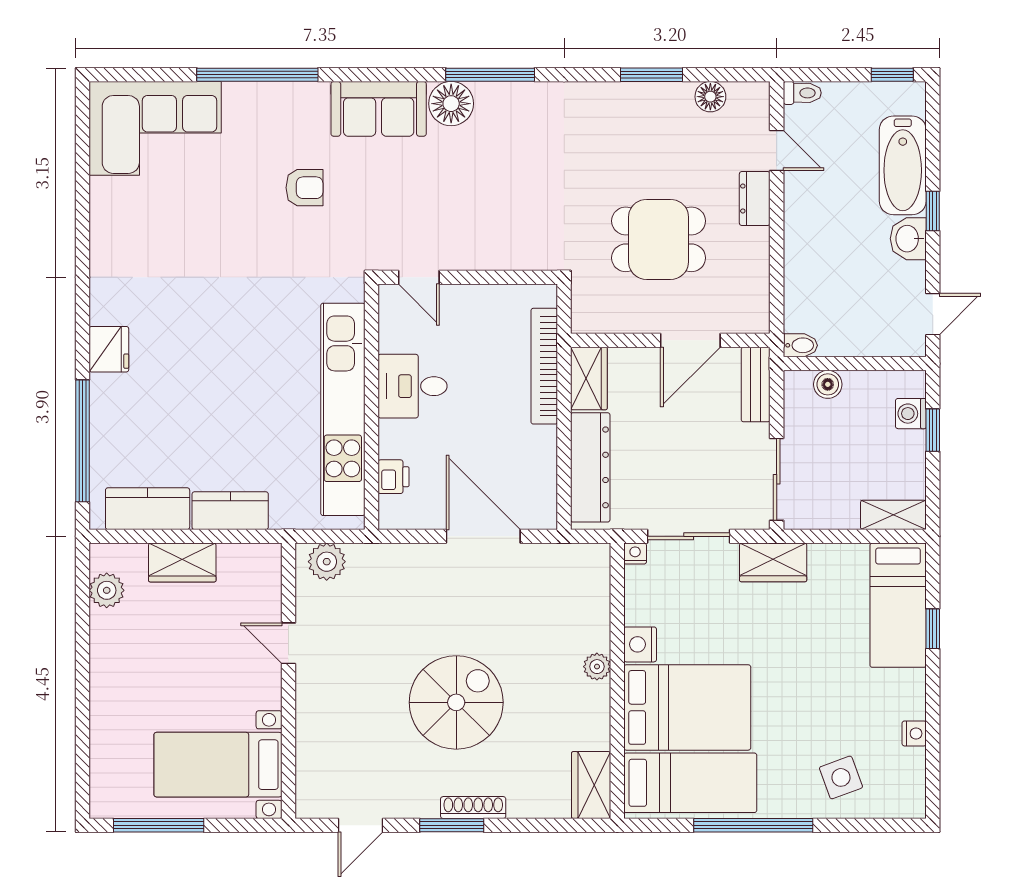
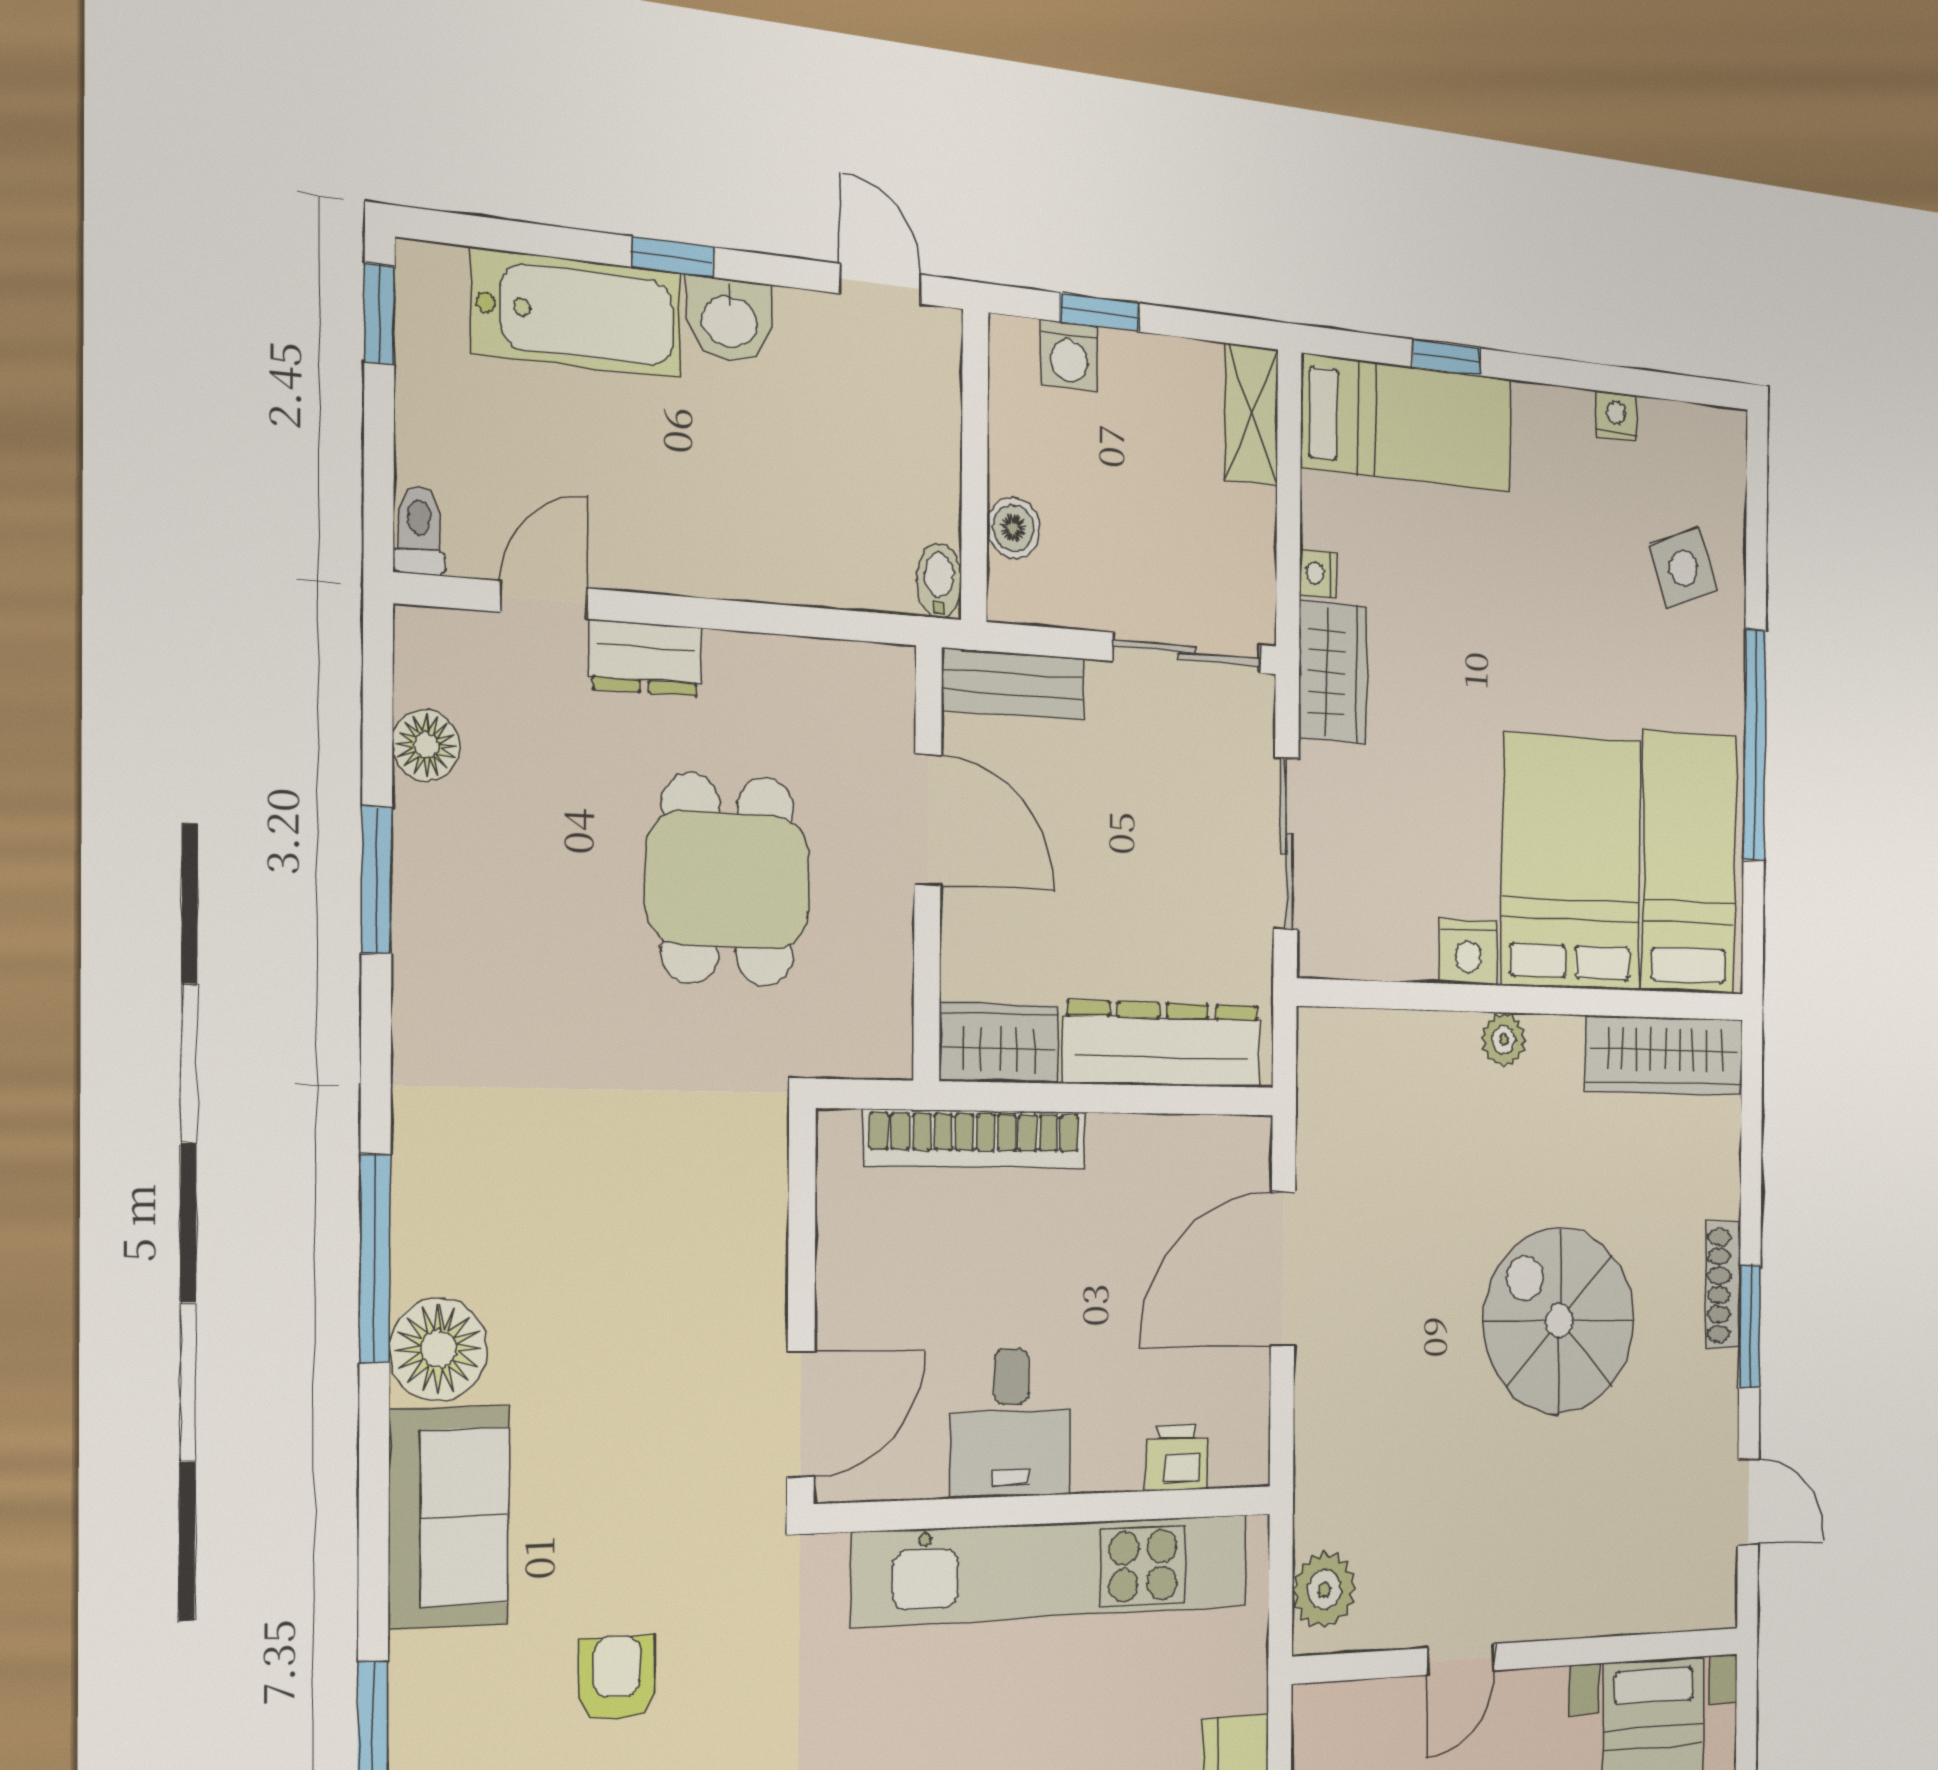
door: (419, 277) -> (801, 1415), width x1.38
nightstand: (635, 554) -> (1318, 573), moved
wardrobe: (591, 785) -> (1665, 1056), width x1.50

